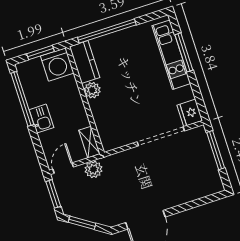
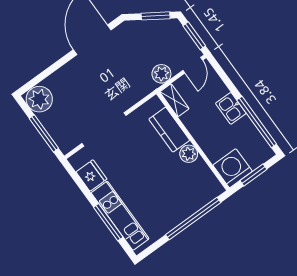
kitchen counter: (85, 62) -> (169, 130), moved
fridge: (190, 113) -> (91, 176), moved
plant: (210, 182) -> (39, 99), added

